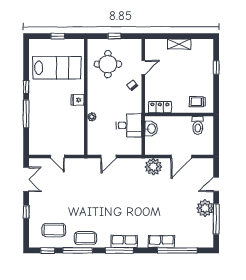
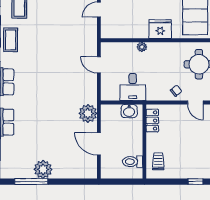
fridge: (78, 100) -> (160, 29), width x1.88, depth x1.34
door: (216, 184) -> (69, 182), removed

